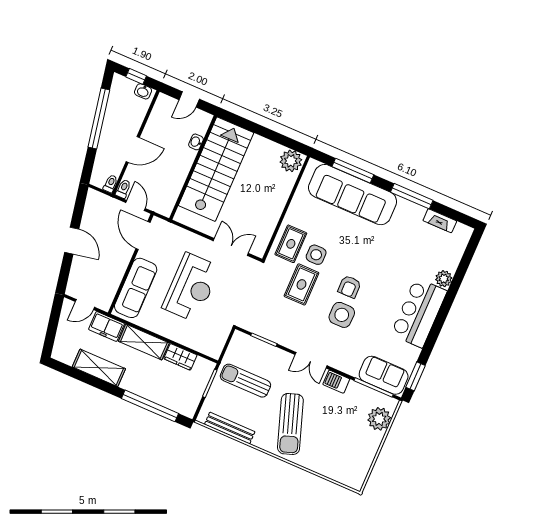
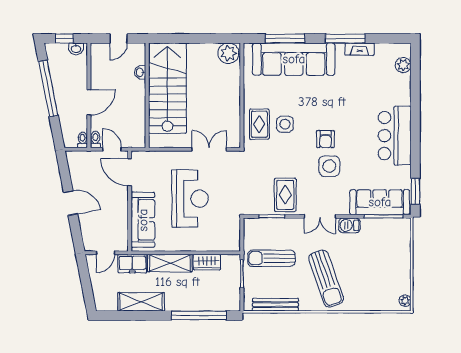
fireplace: (440, 221) -> (360, 49), moved
plant: (444, 279) -> (403, 65), moved
rug: (301, 284) -> (285, 195), moved
sofa: (384, 375) -> (380, 202), width x1.36
plant: (379, 419) -> (405, 301), moved, width x0.53, depth x0.53

